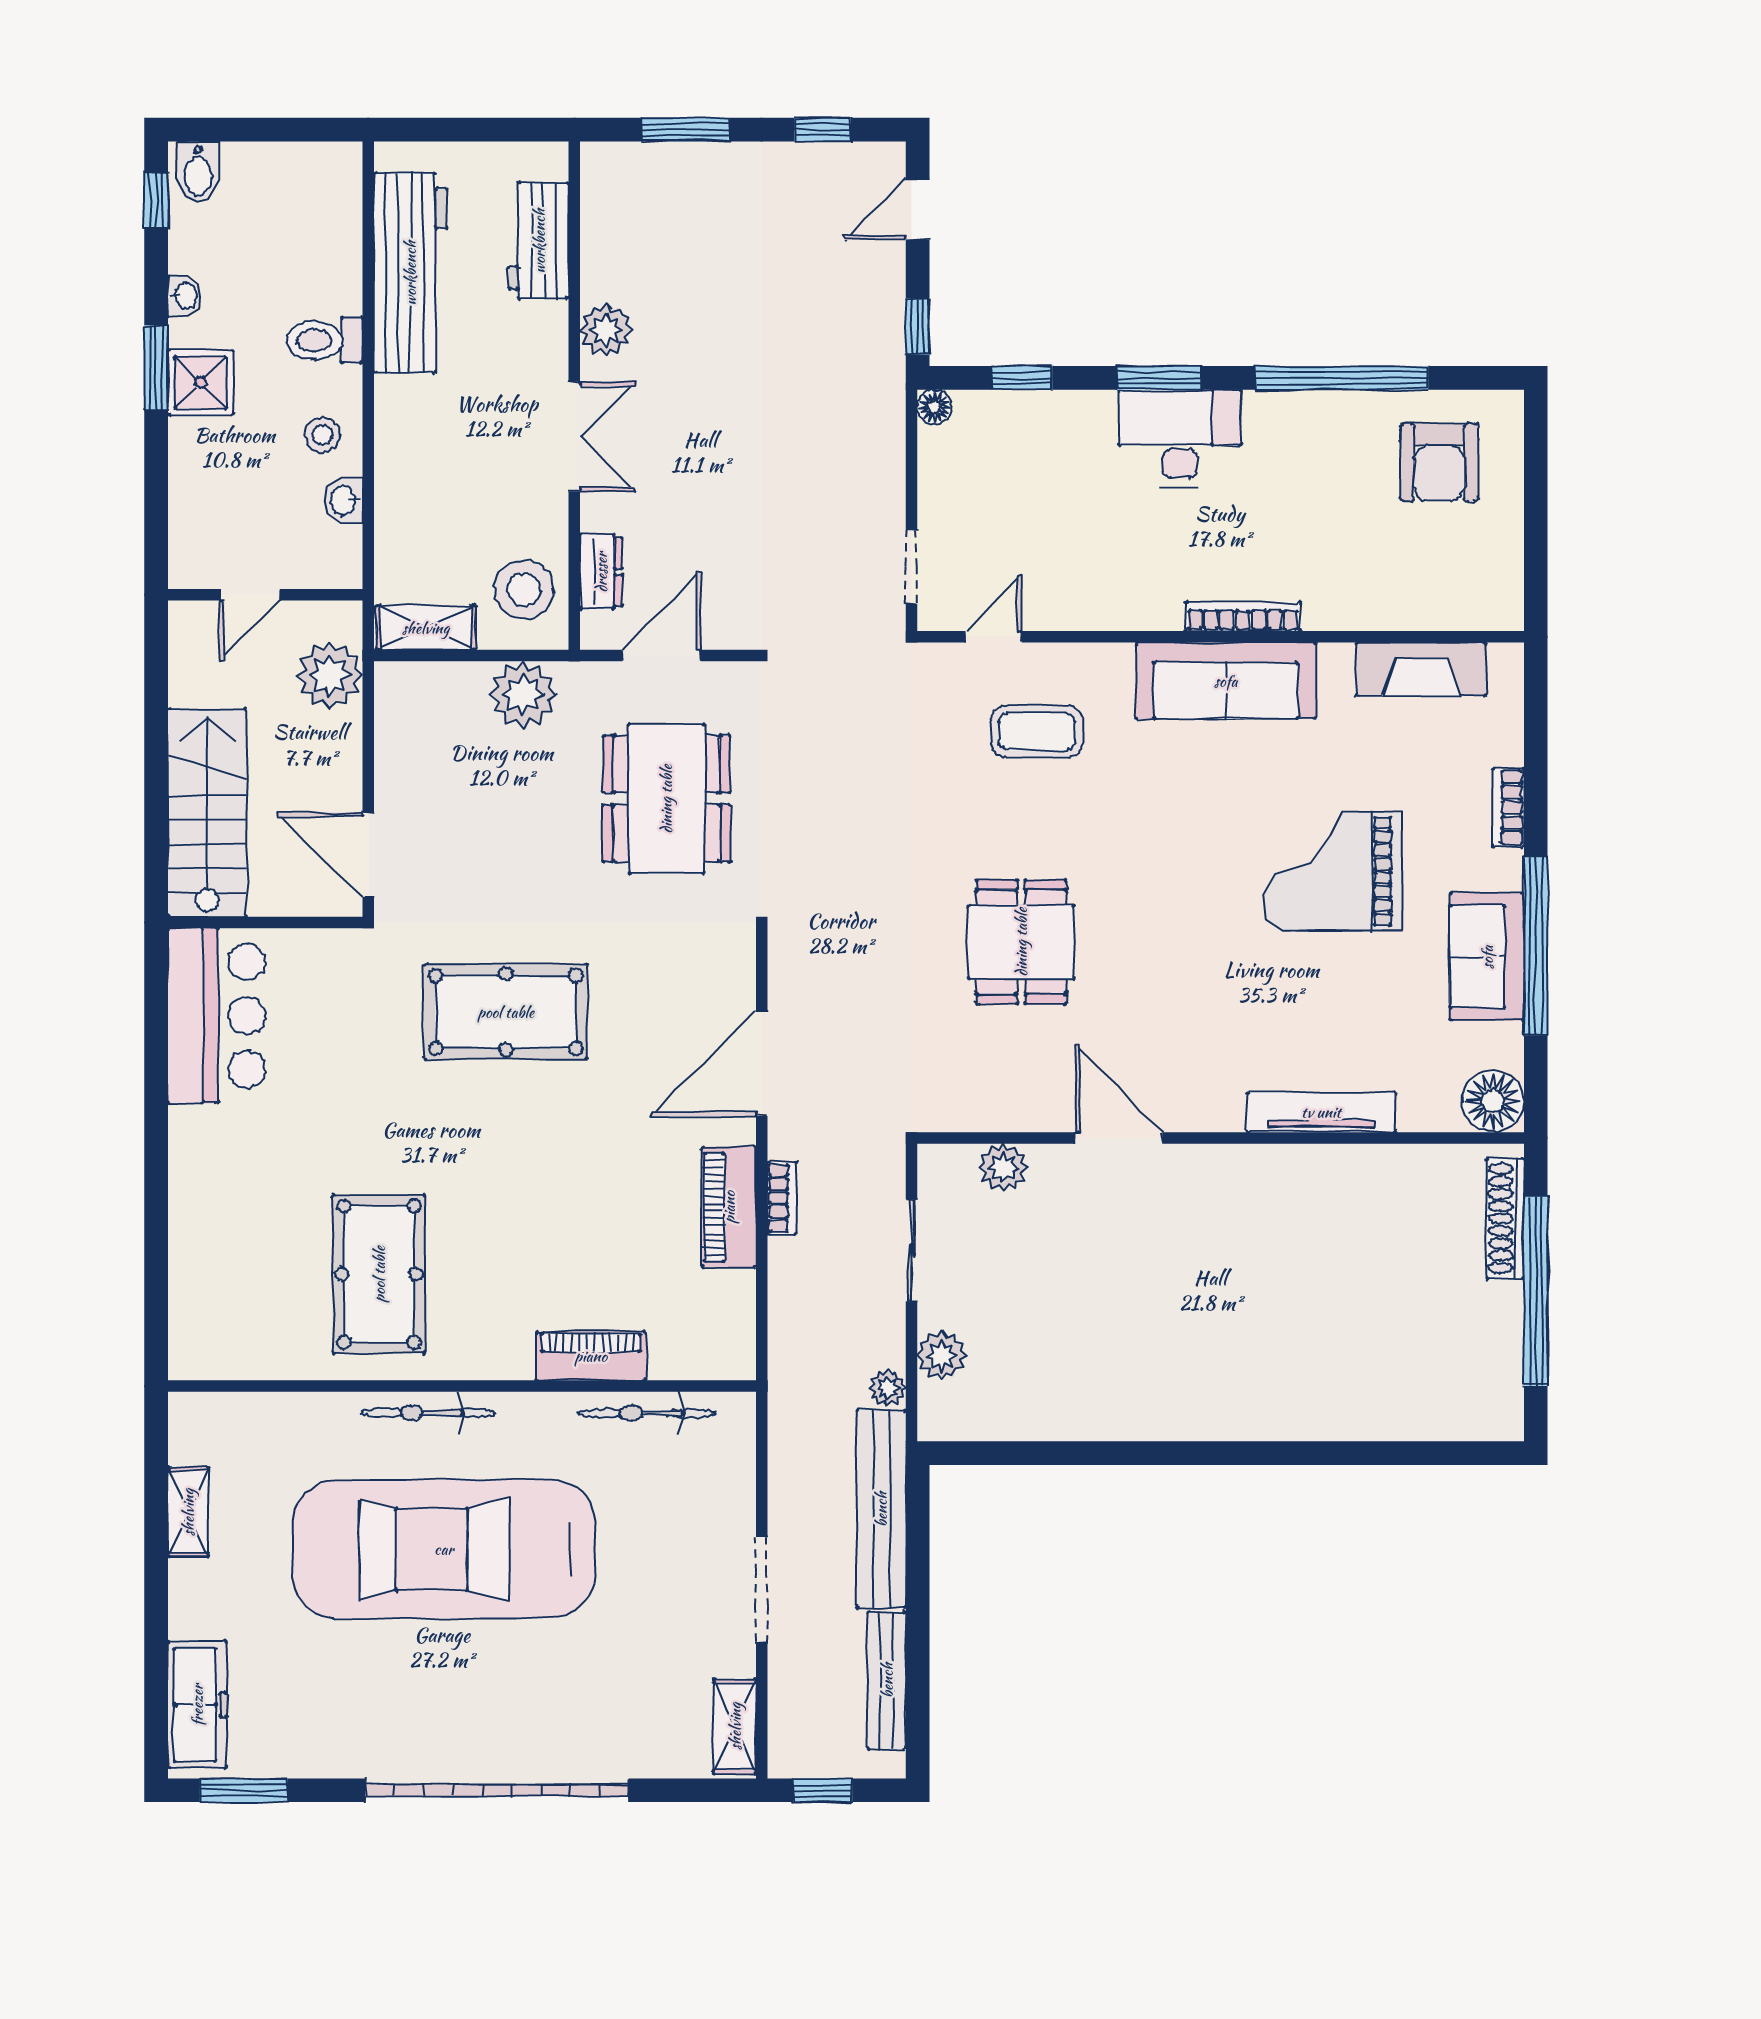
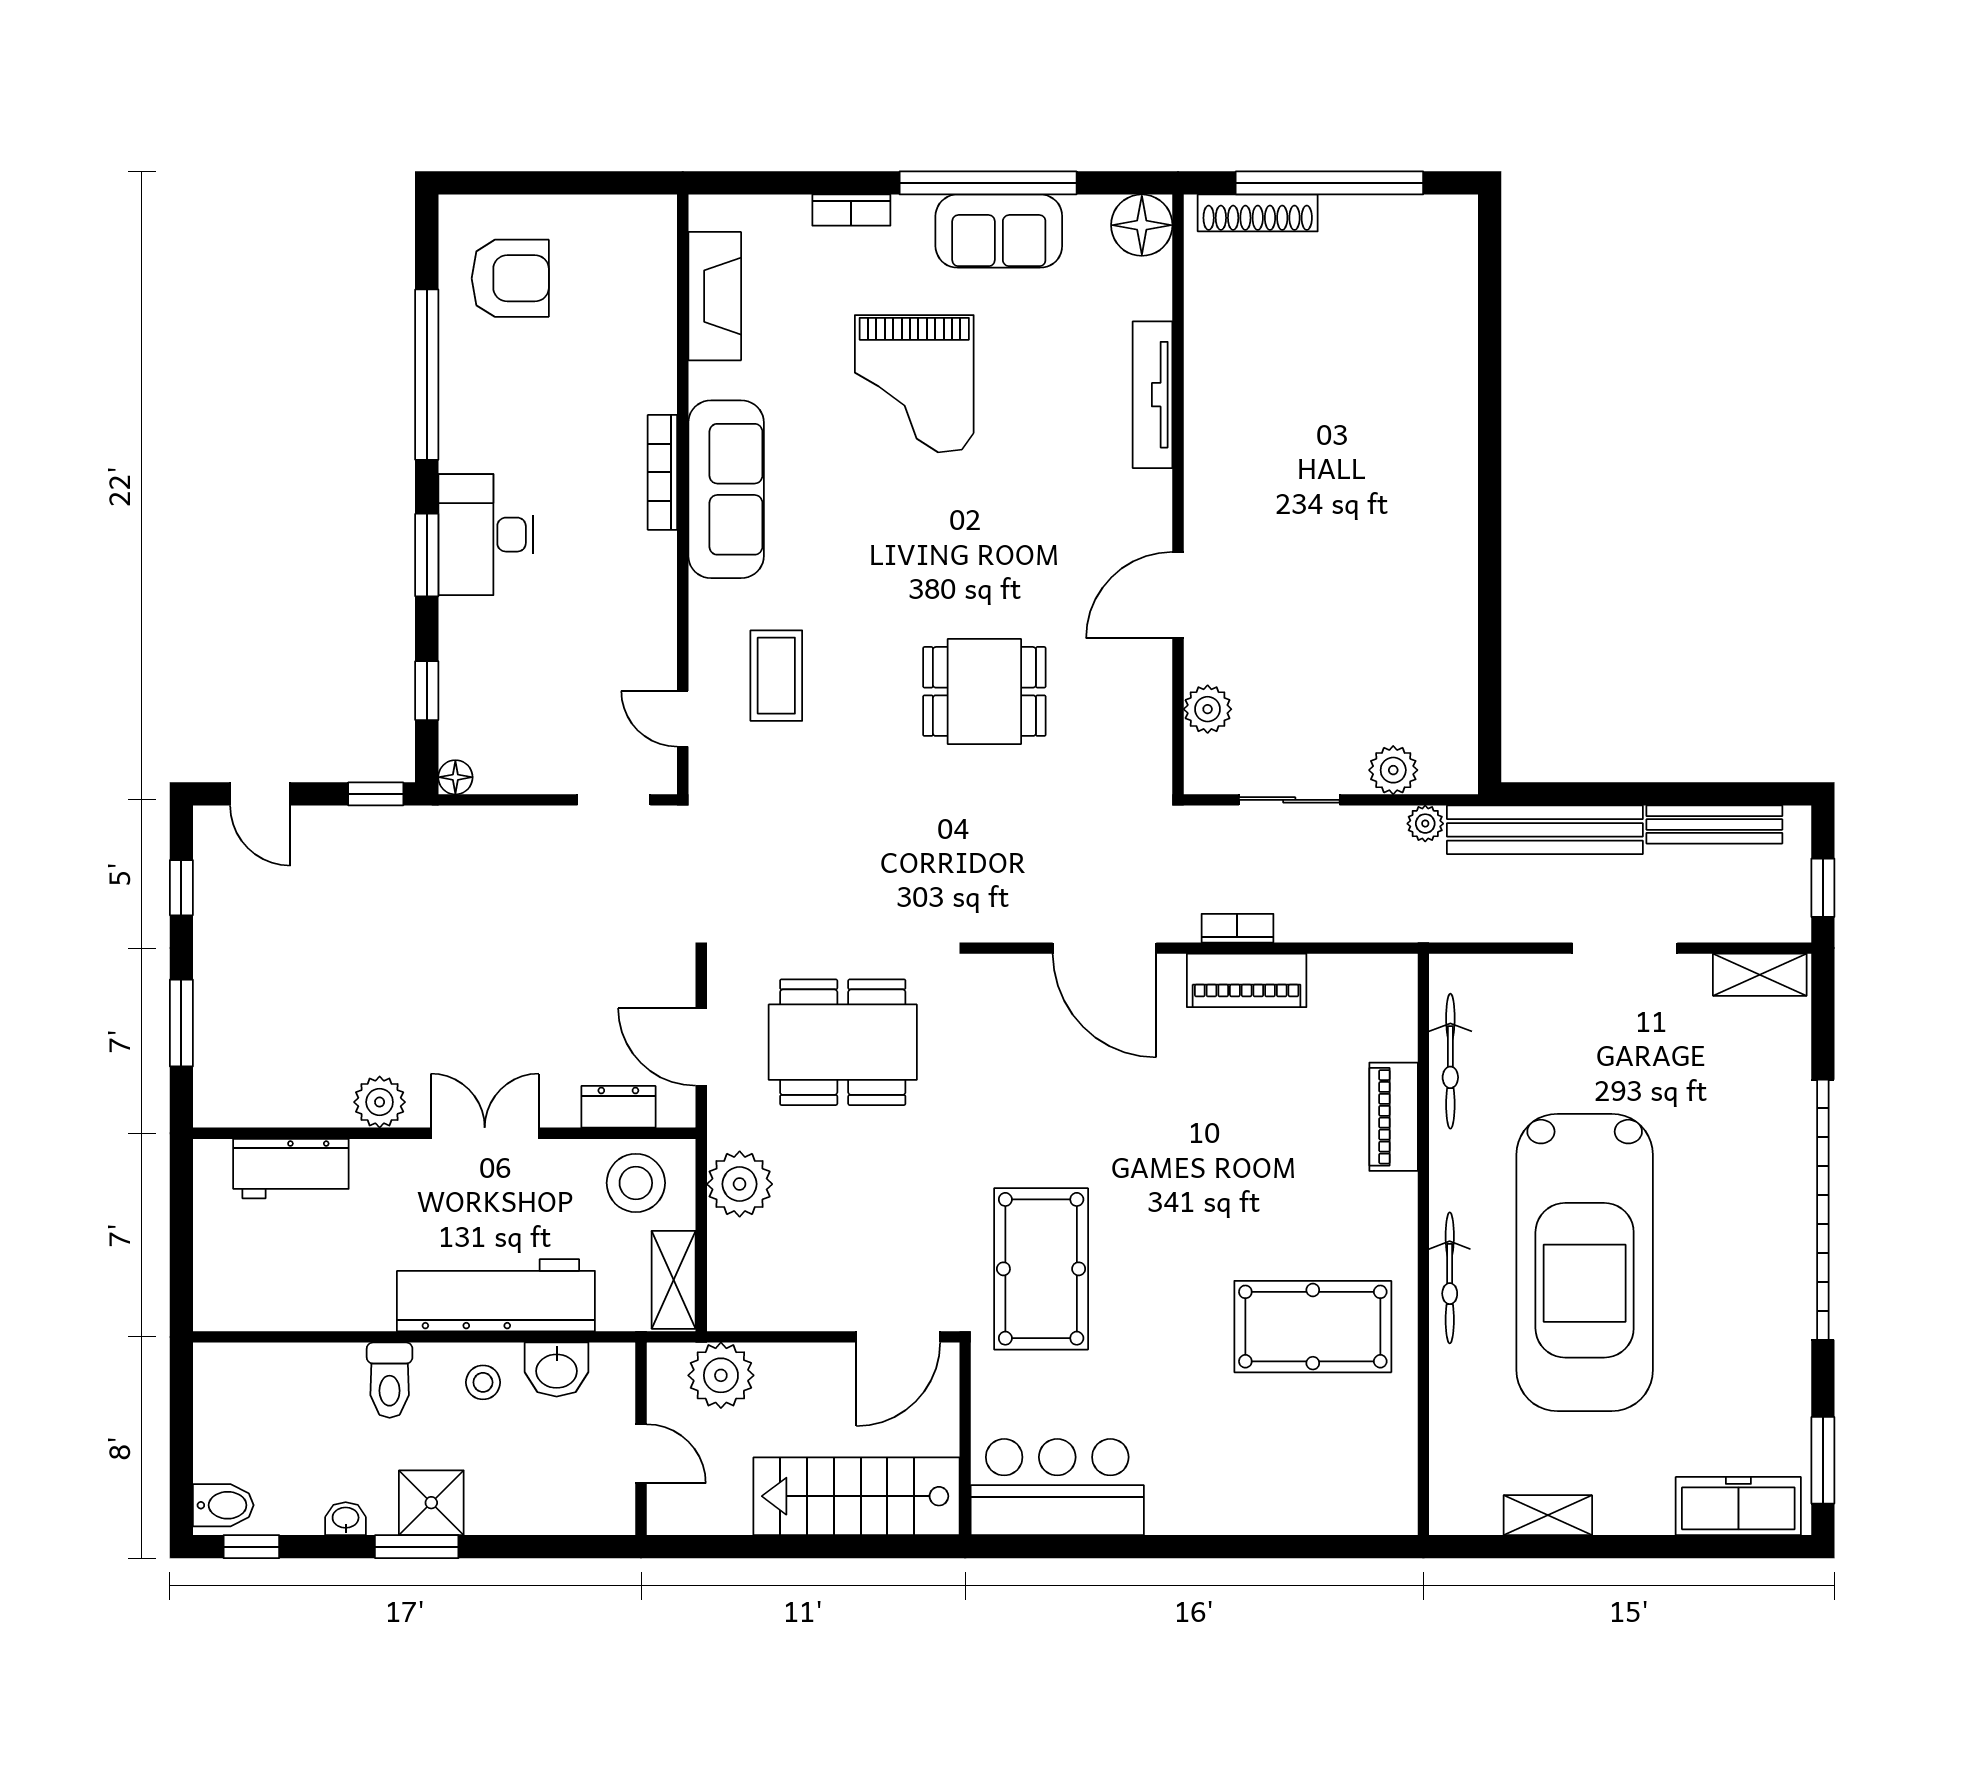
workbench: (410, 273) -> (496, 1295), moved
washbasin: (344, 500) -> (557, 1369), width x1.38, depth x1.45
pool table: (506, 1012) -> (1041, 1269), moved

